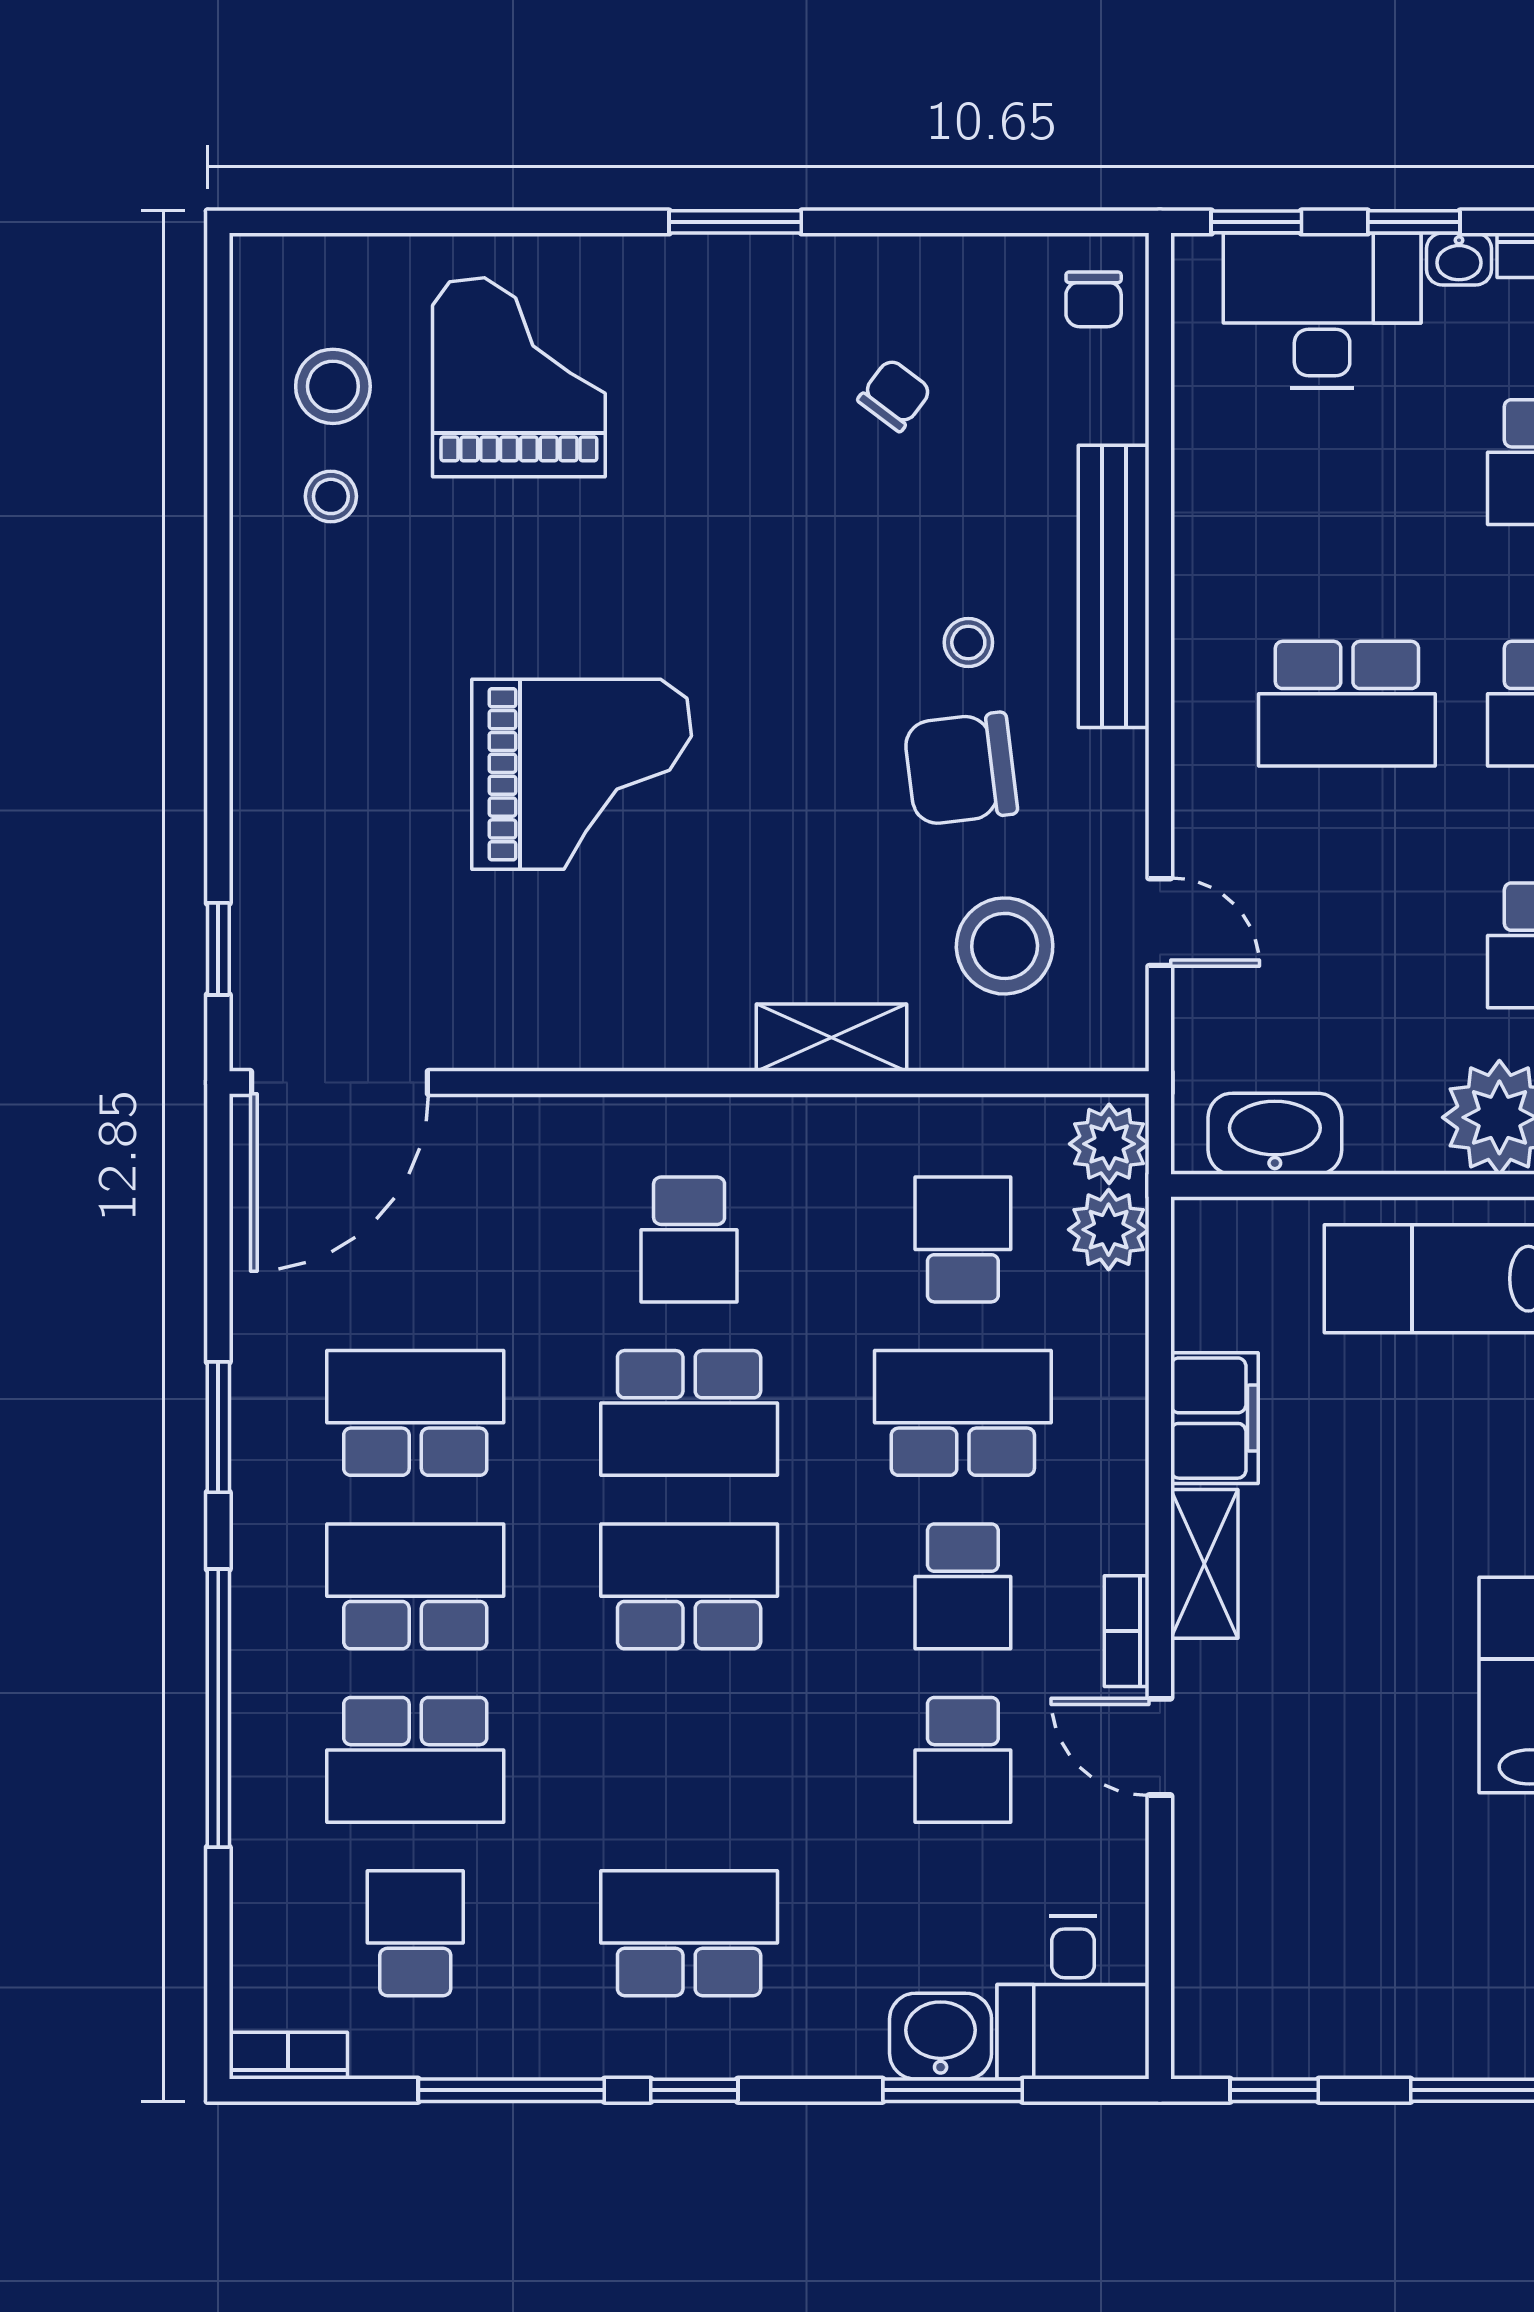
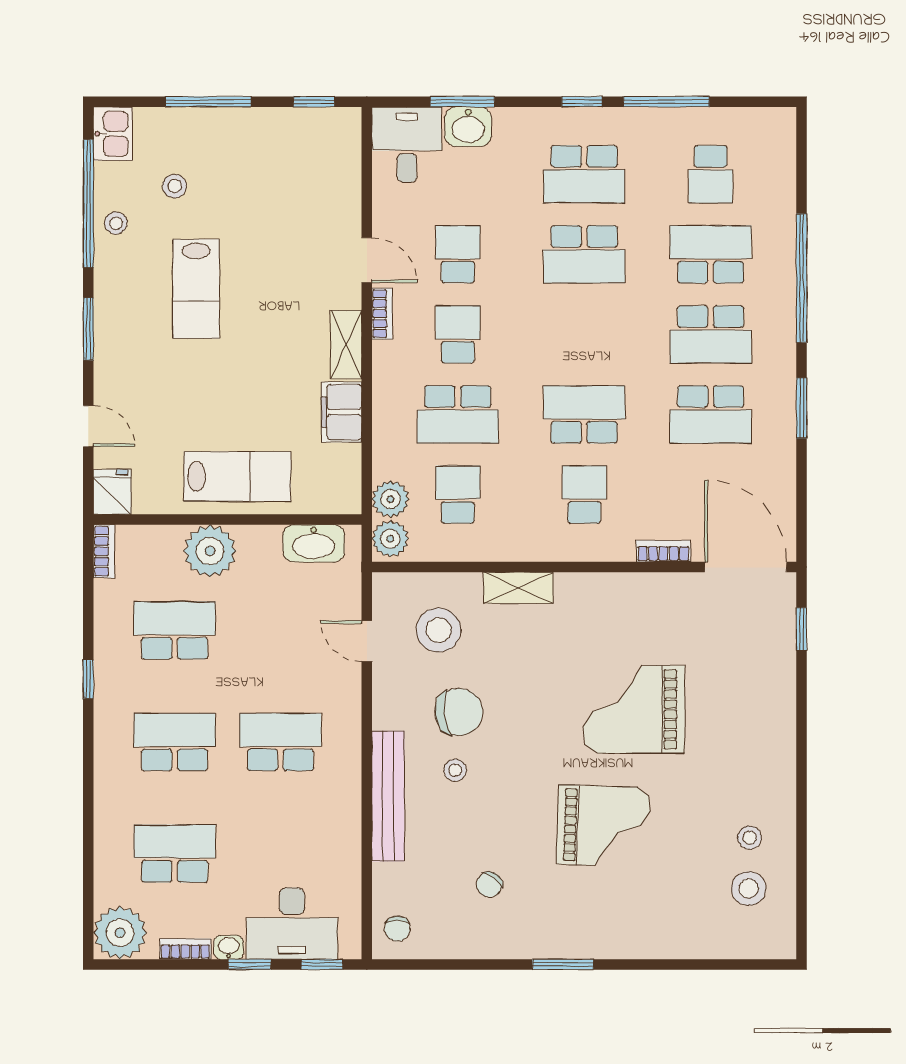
chair: (1094, 299) -> (397, 929), turned 180
grand piano: (519, 377) -> (603, 826), moved, turned -88
door: (339, 1083) -> (746, 567), hinge flipped
school desk: (963, 1240) -> (458, 495), turned 180
school desk: (689, 1586) -> (584, 254), moved
bookcase: (288, 2056) -> (663, 551), moved, turned 180

